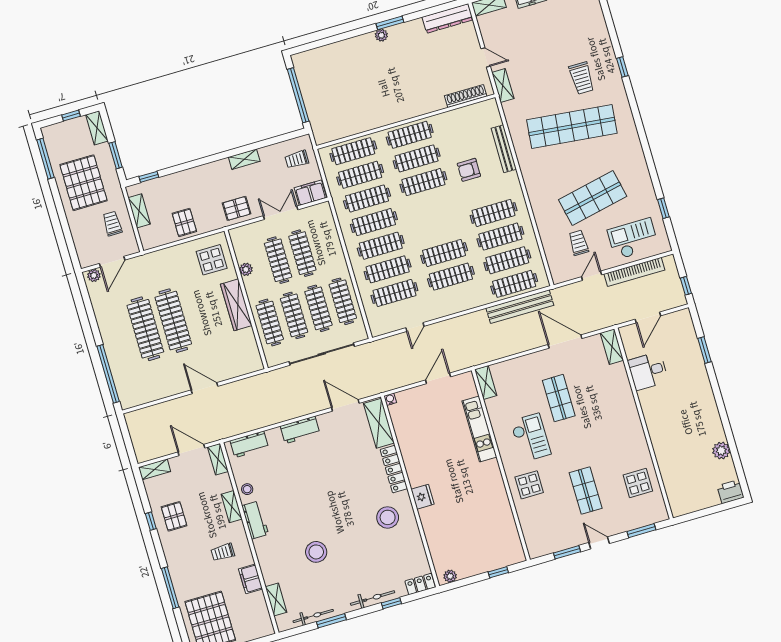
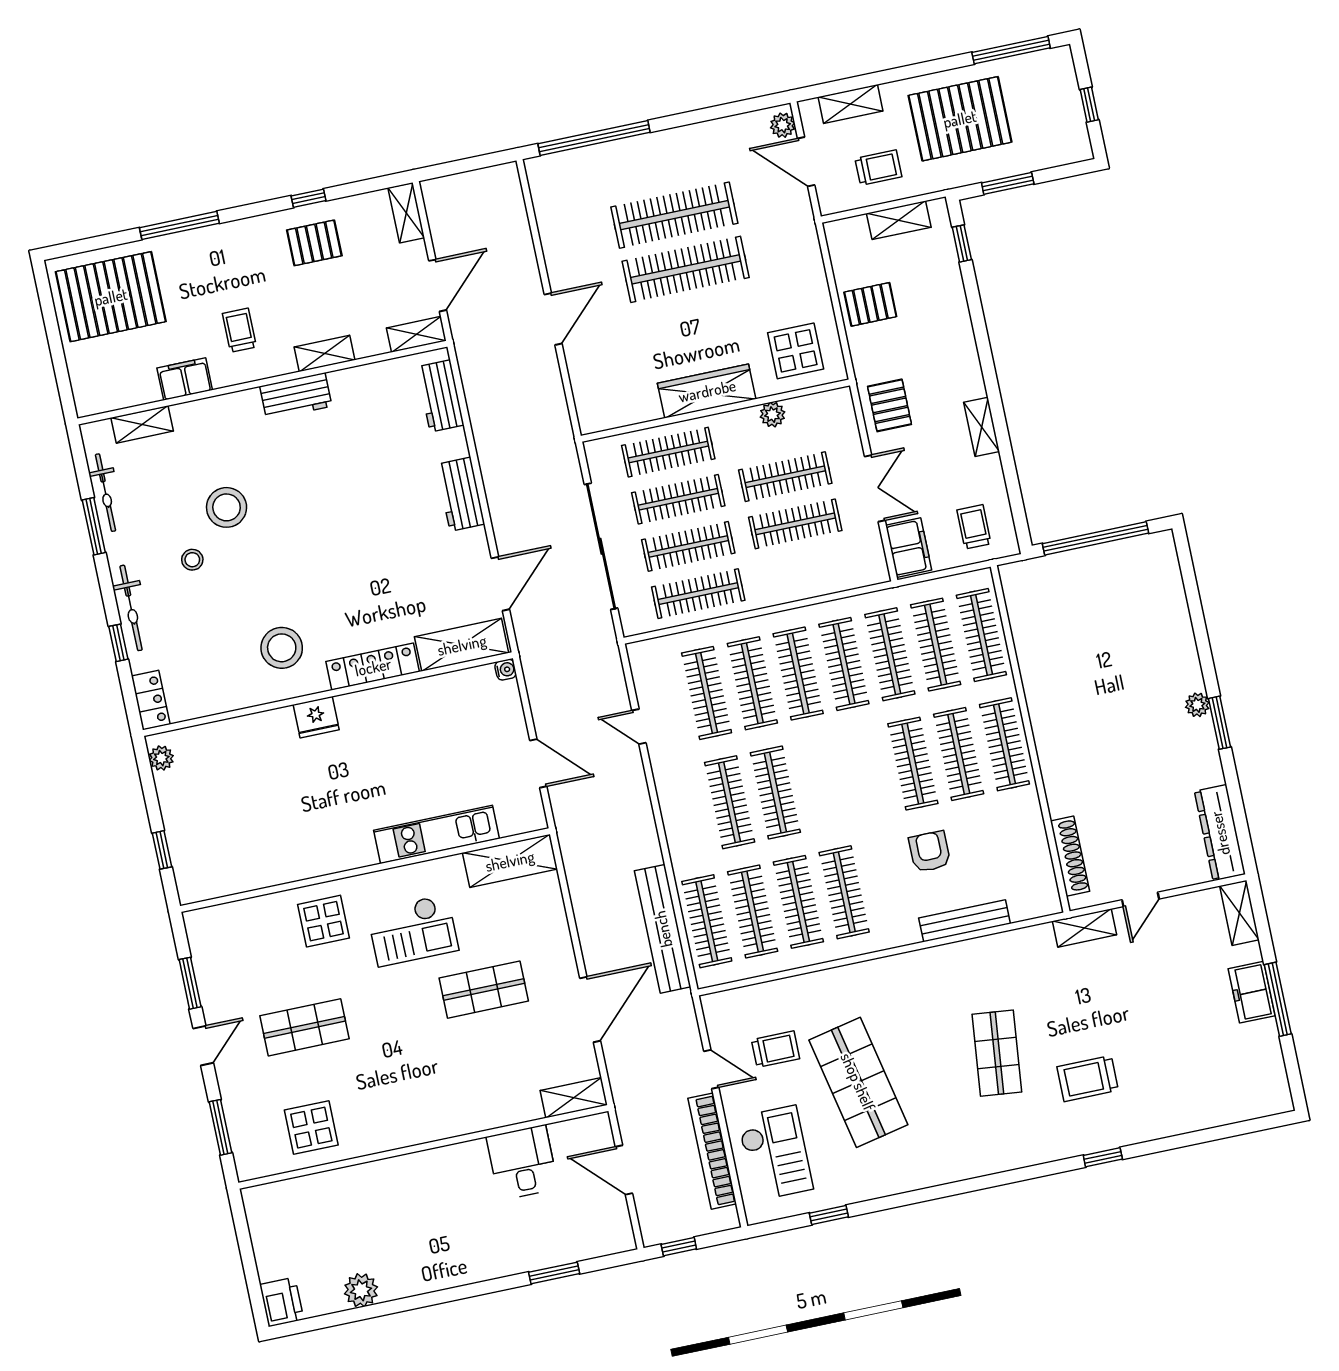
shop shelf: (572, 127) -> (997, 1053), width x0.50, depth x0.74
shelving: (97, 128) -> (850, 104), moved
shelving: (486, 383) -> (510, 861), width x1.50, depth x1.33
stool: (247, 489) -> (192, 560), moved

